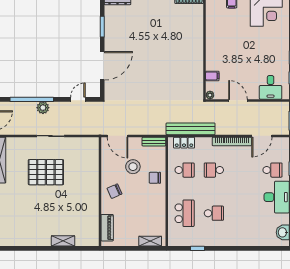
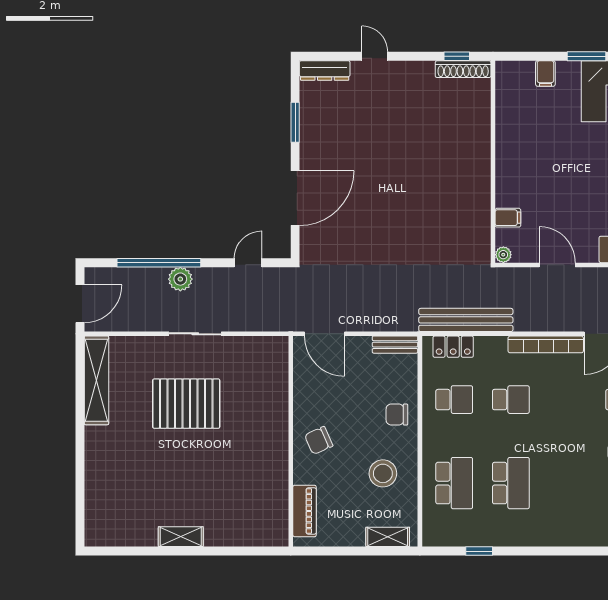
stool: (133, 167) -> (383, 473), moved
school desk: (214, 170) -> (511, 400), turned 180
school desk: (214, 213) -> (511, 483), width x1.85
shelving: (63, 241) -> (181, 537), moved

